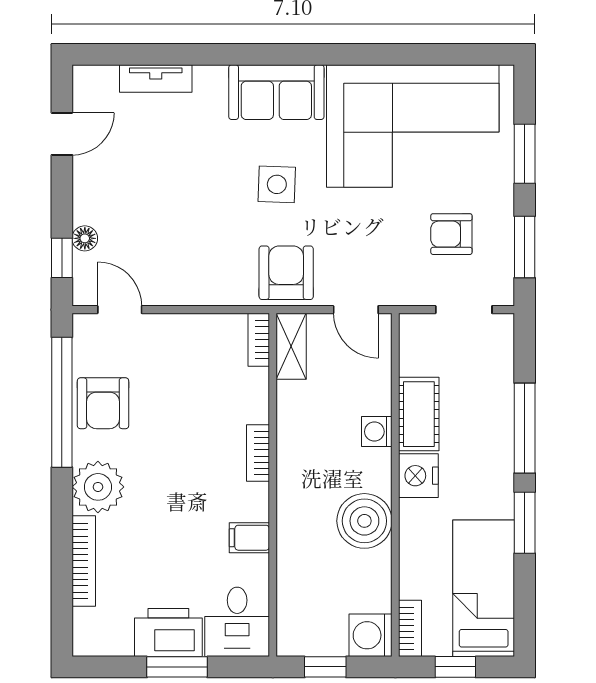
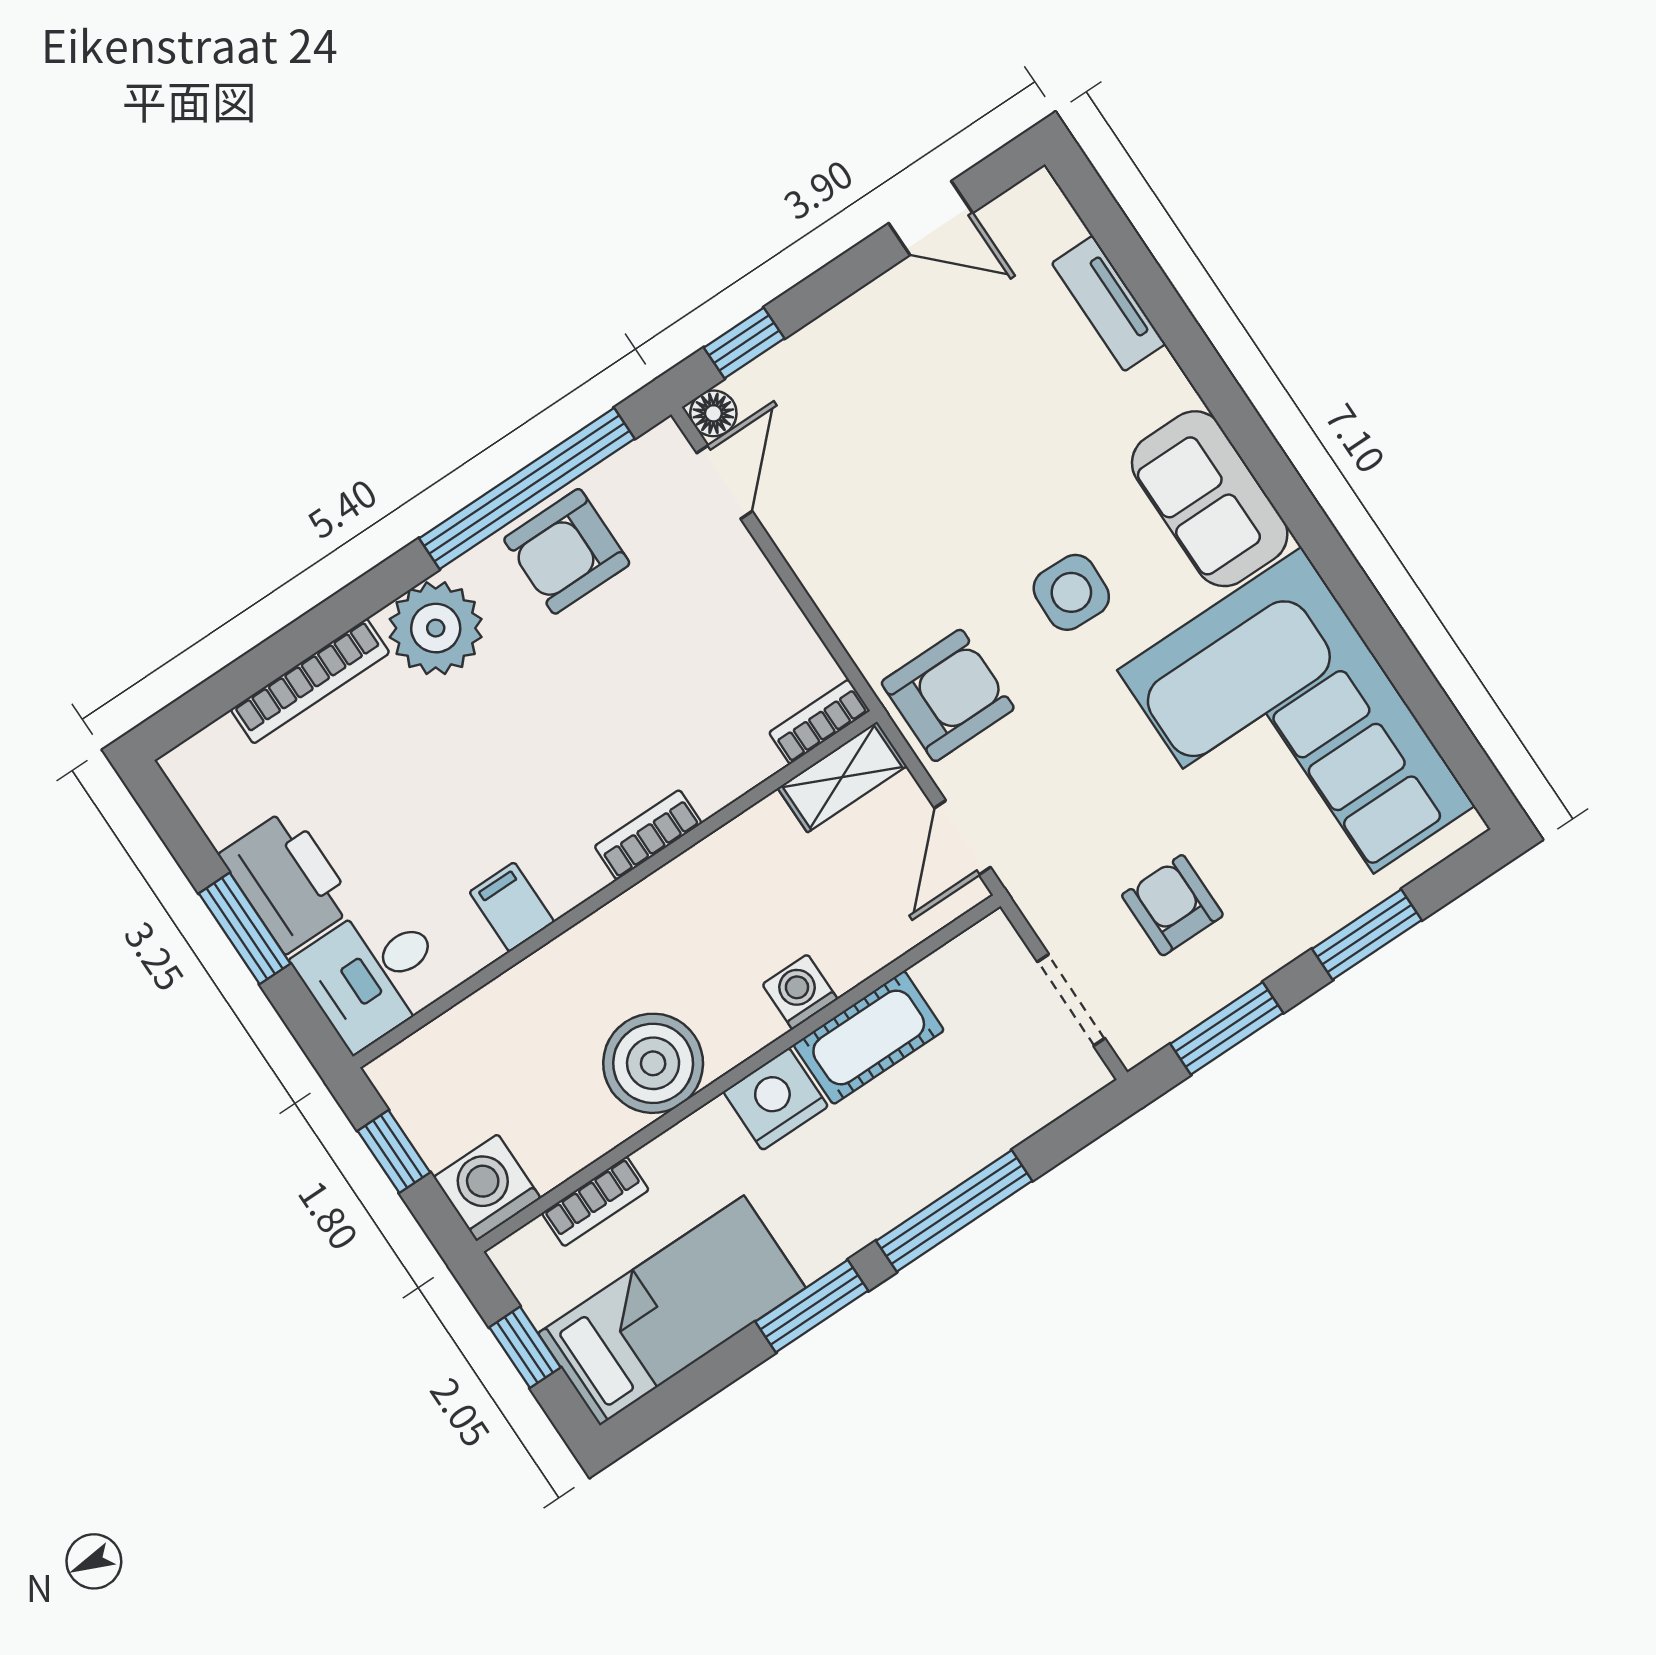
floor lamp: (85, 238) -> (713, 413), moved
bookcase: (410, 628) -> (595, 1201), moved

